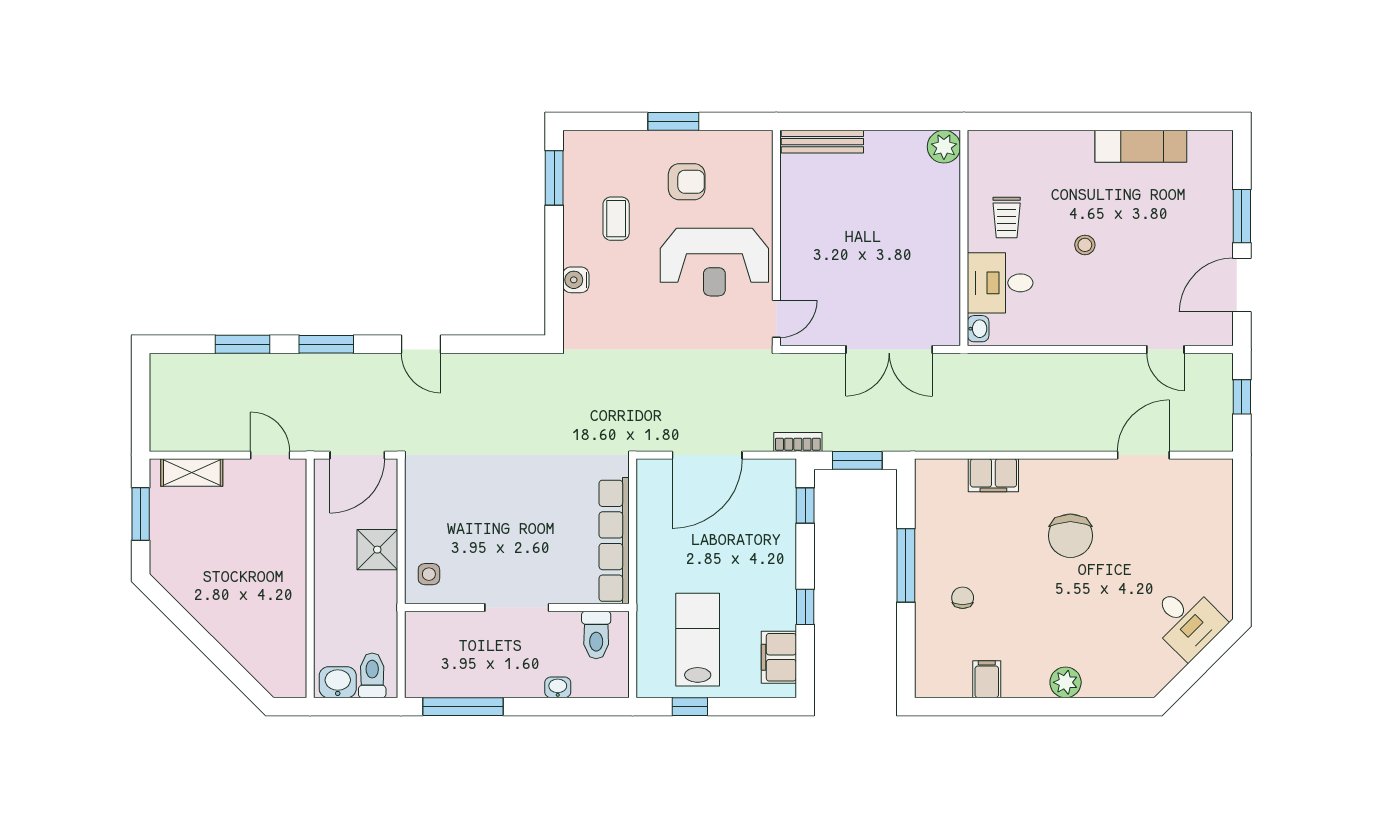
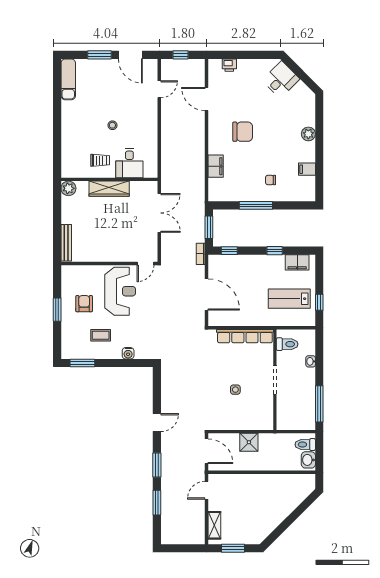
exam couch: (1141, 146) -> (68, 79), moved
wardrobe: (943, 238) -> (109, 189), added
door: (776, 319) -> (146, 263), swing flipped
washbasin: (978, 329) -> (150, 173), removed
printer: (1219, 506) -> (229, 65), added
side table: (429, 574) -> (235, 390), moved

